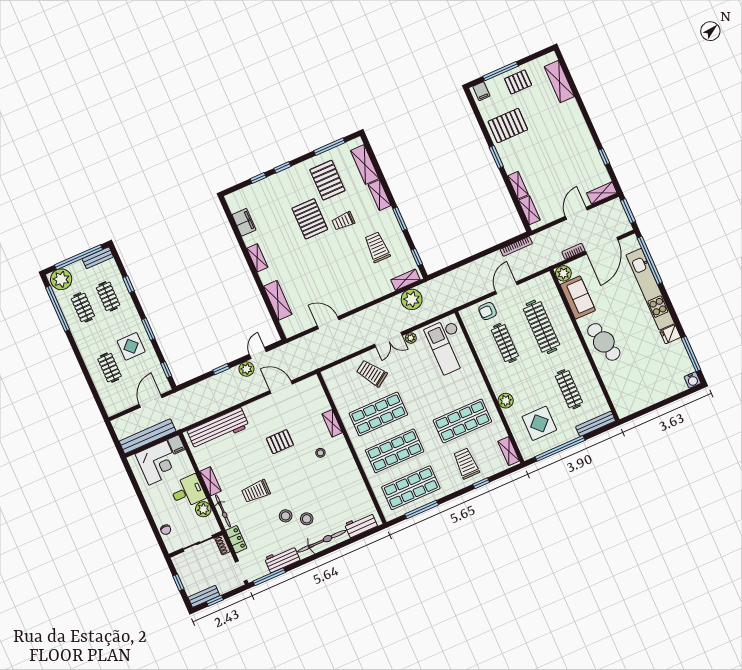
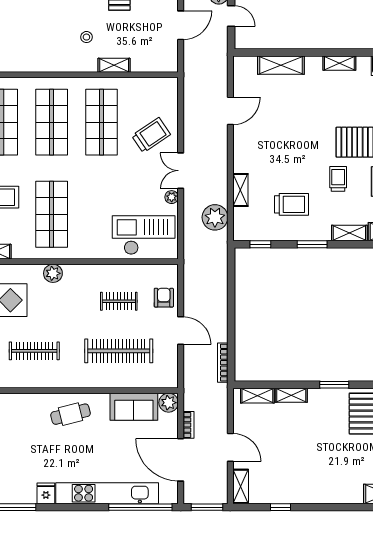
shelving: (405, 280) -> (240, 190), moved
cafe table: (604, 342) -> (71, 414), width x0.73, depth x0.74
clothes rail: (505, 343) -> (119, 301), width x0.73

